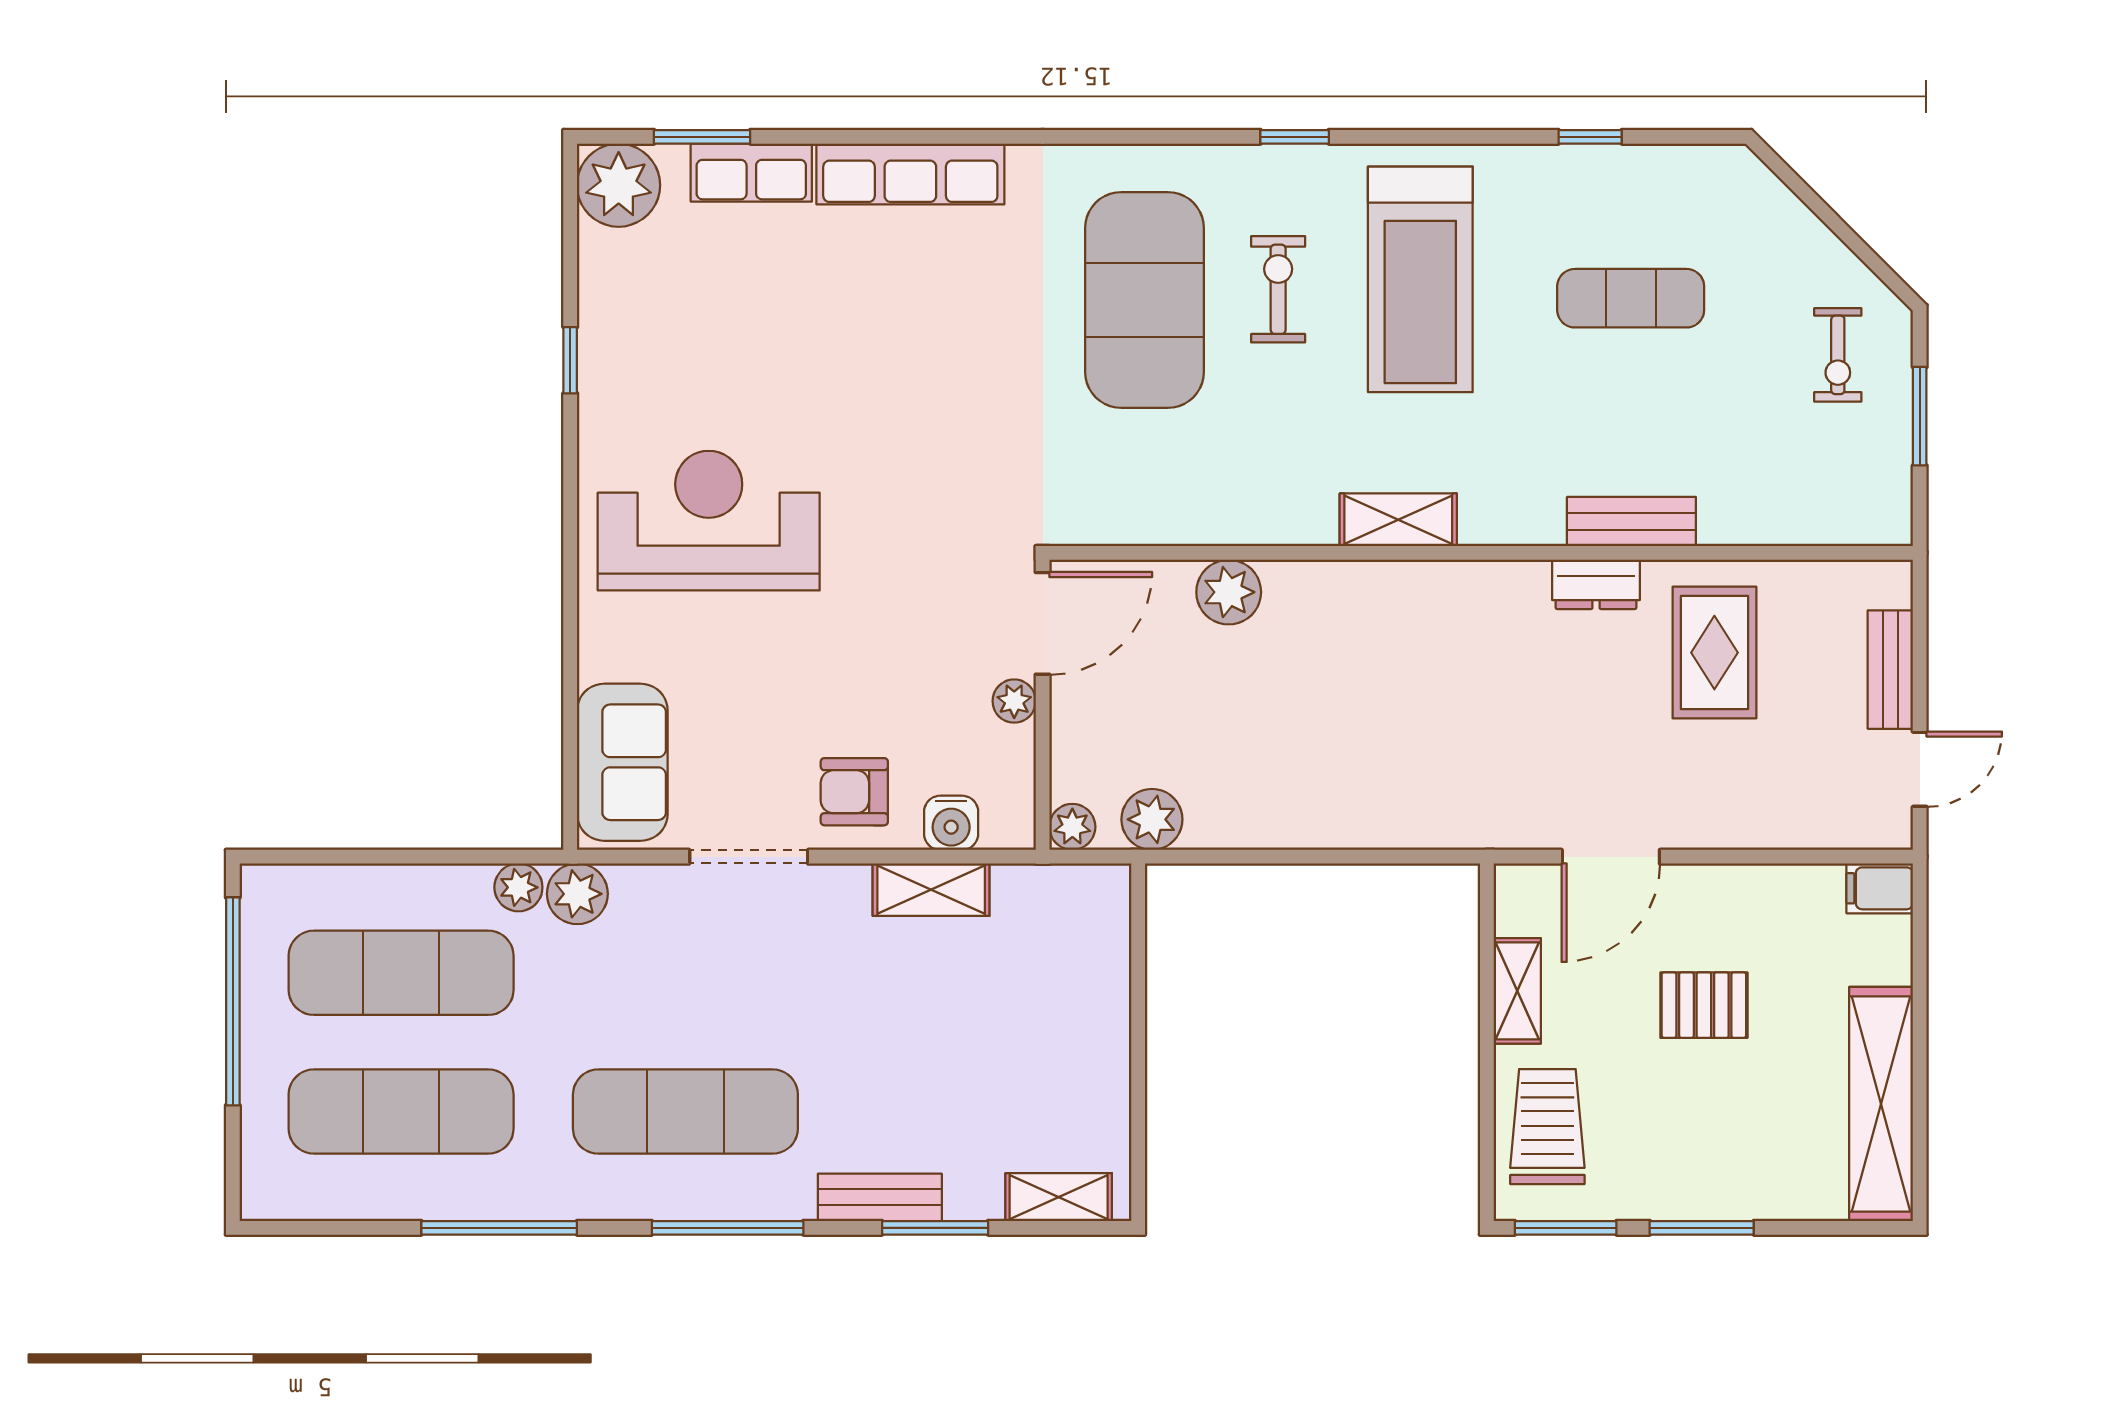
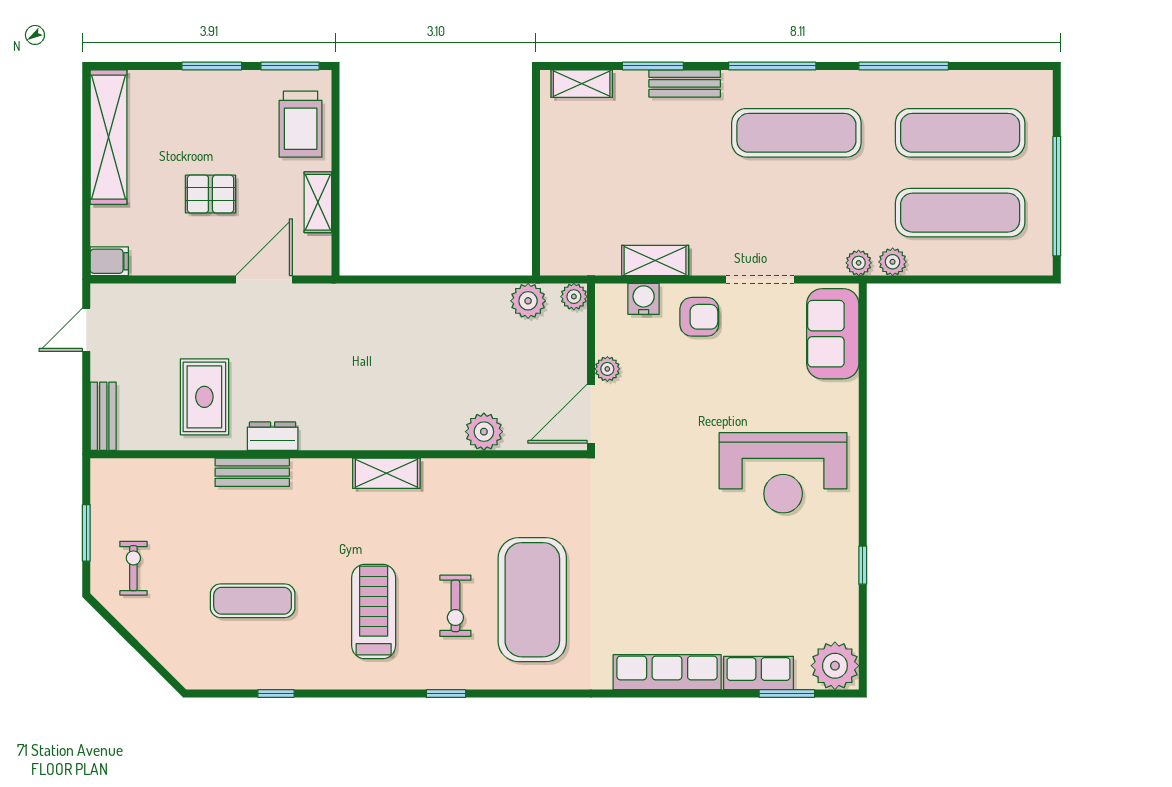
treadmill: (1420, 279) -> (374, 612), width x0.73, depth x0.73
bench: (1890, 670) -> (103, 416), moved
plant: (577, 894) -> (859, 263), width x0.73, depth x0.73

